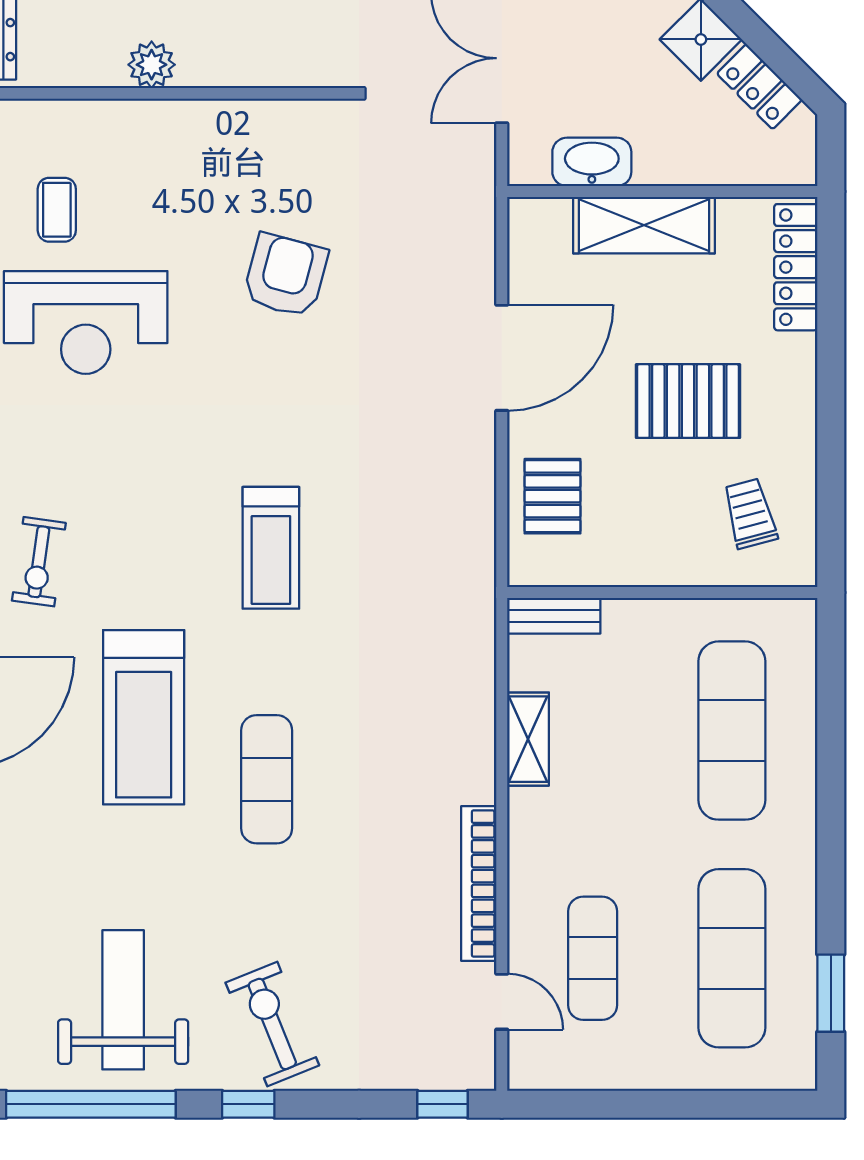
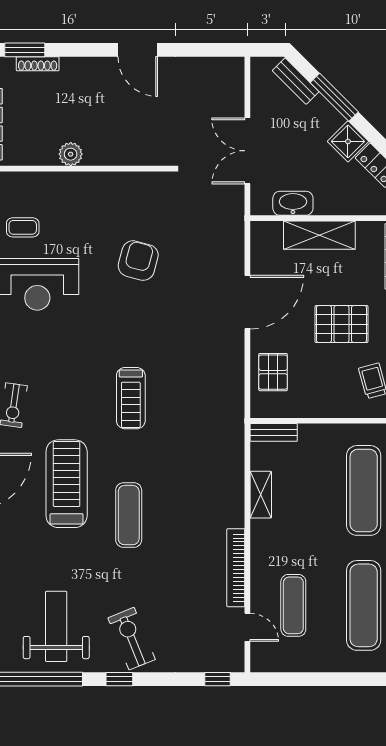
coffee table: (57, 210) -> (23, 227), turned 90
treadmill: (144, 717) -> (67, 484), turned 180

